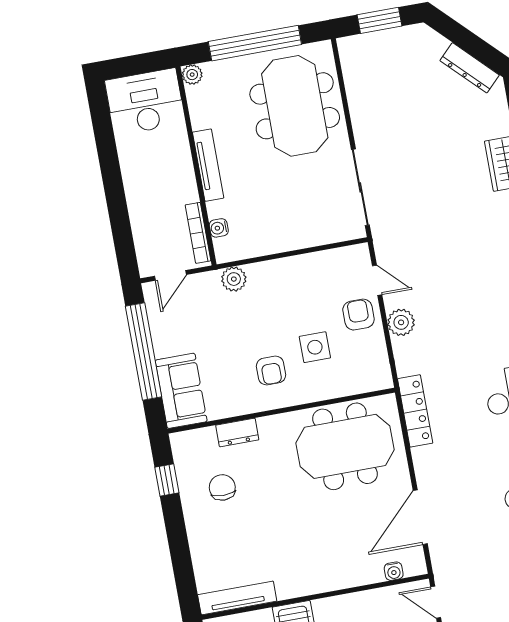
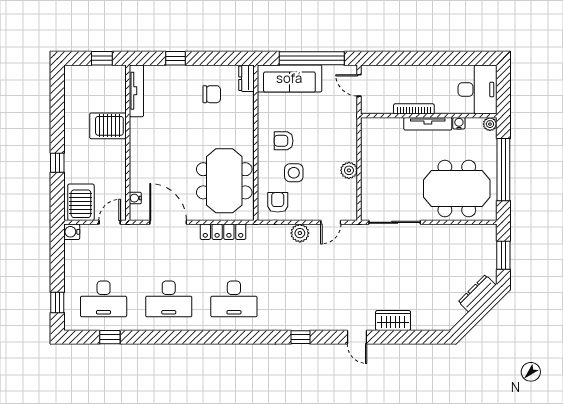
dresser: (470, 68) -> (477, 293), moved
water cooler: (219, 228) -> (459, 123), moved
bookcase: (198, 233) -> (414, 109), moved
plant: (234, 279) -> (349, 170), moved
armchair: (358, 315) -> (278, 202), moved, turned -90
sofa: (181, 391) -> (289, 78), width x1.36
locker: (415, 411) -> (223, 232), moved
dresser: (237, 432) -> (246, 78), moved
window: (167, 480) -> (176, 58), moved

